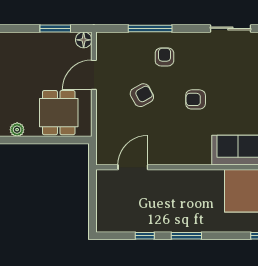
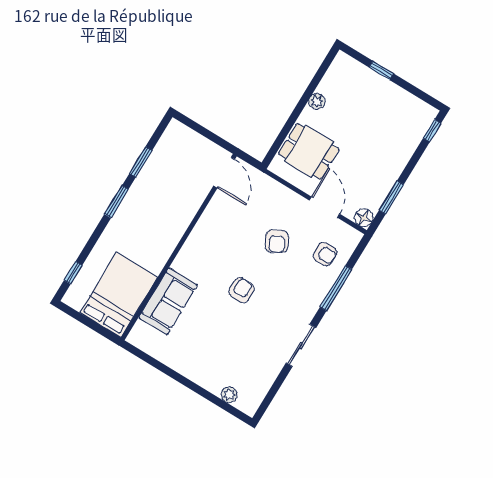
sliding door: (230, 28) -> (301, 345), moved
armchair: (164, 57) -> (325, 254), moved
door: (133, 167) -> (224, 173), moved
window: (145, 236) -> (141, 162), width x1.50

